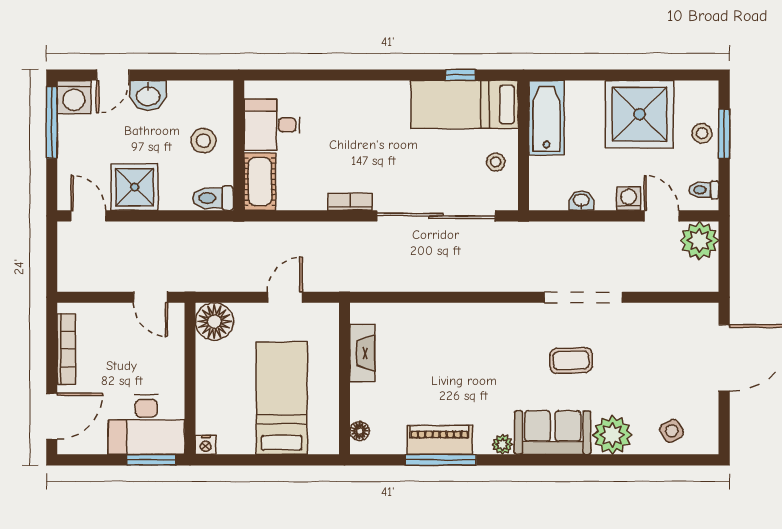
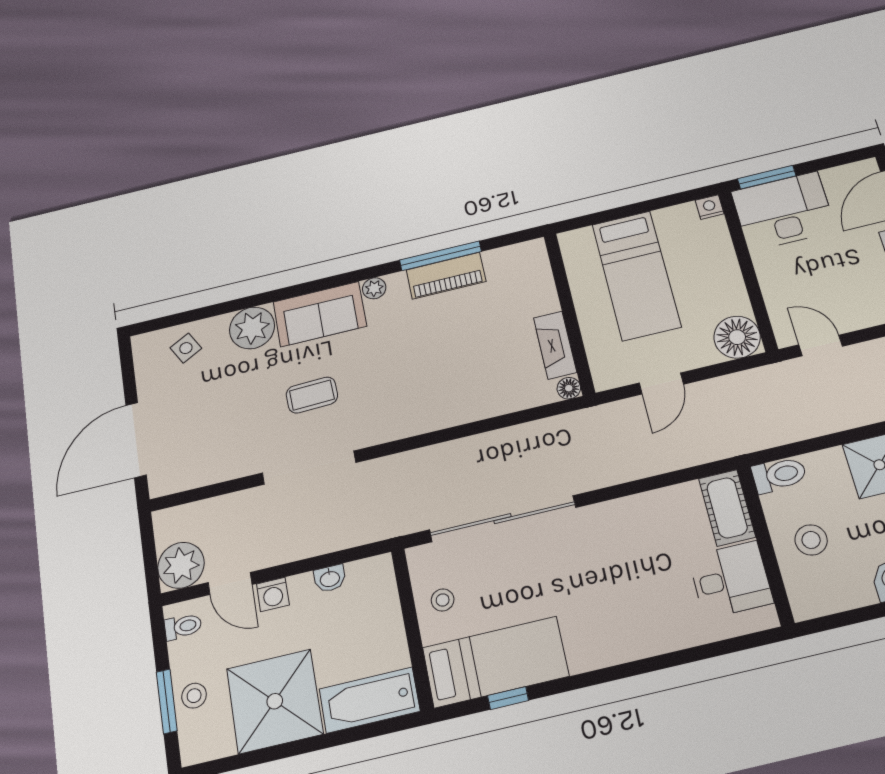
bathtub: (546, 118) -> (370, 700), moved, turned 90
bookcase: (350, 202) -> (610, 510), removed
floor lamp: (360, 431) -> (569, 388), moved

